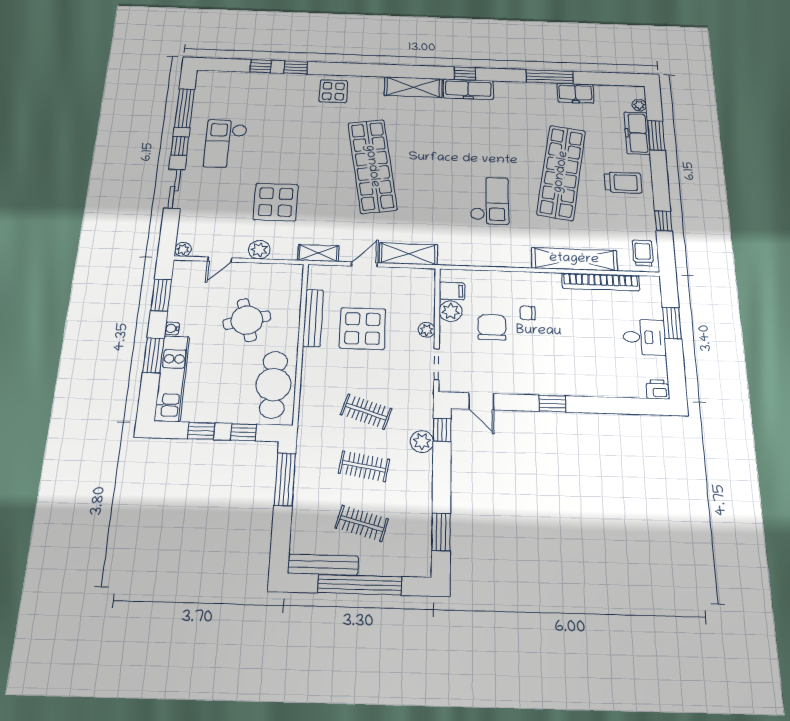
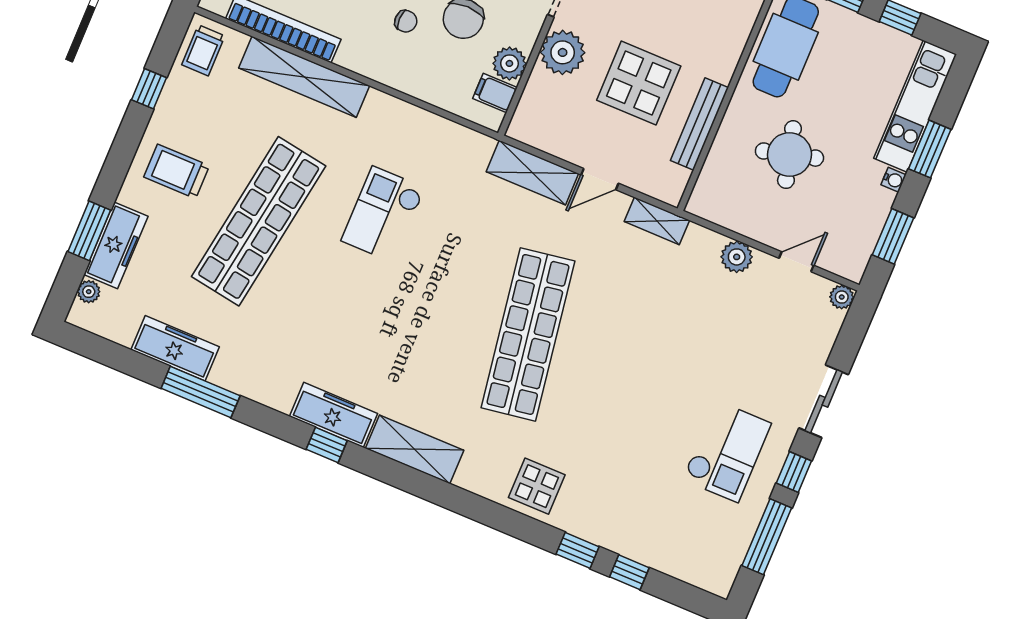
freezer: (575, 93) -> (175, 348), width x1.40
display table: (276, 202) -> (688, 326), removed
plant: (427, 330) -> (563, 52), width x1.87, depth x1.87

